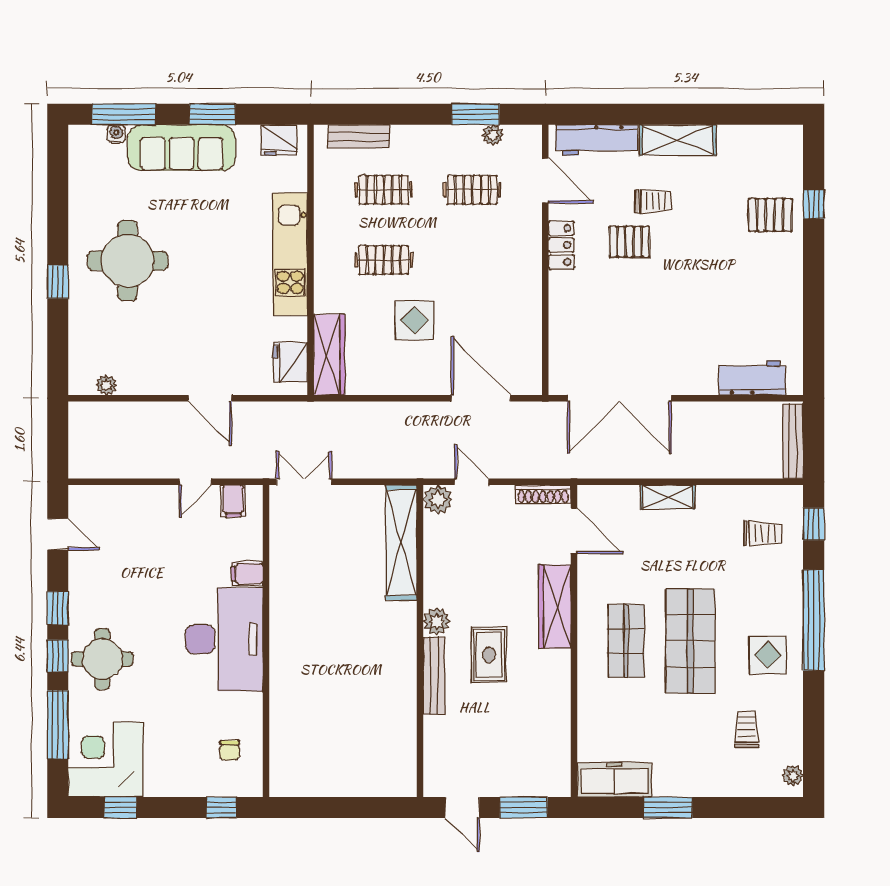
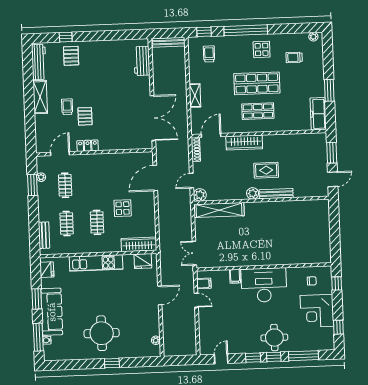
workbench: (597, 140) -> (39, 62), moved
corner desk: (106, 760) -> (317, 311), moved

